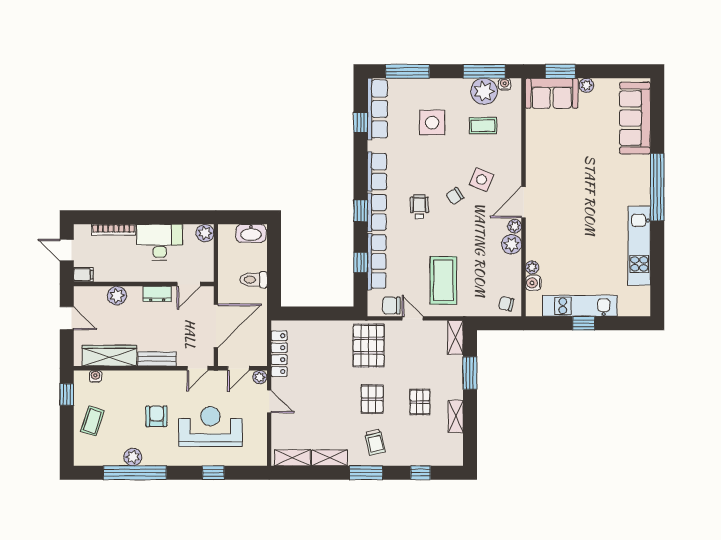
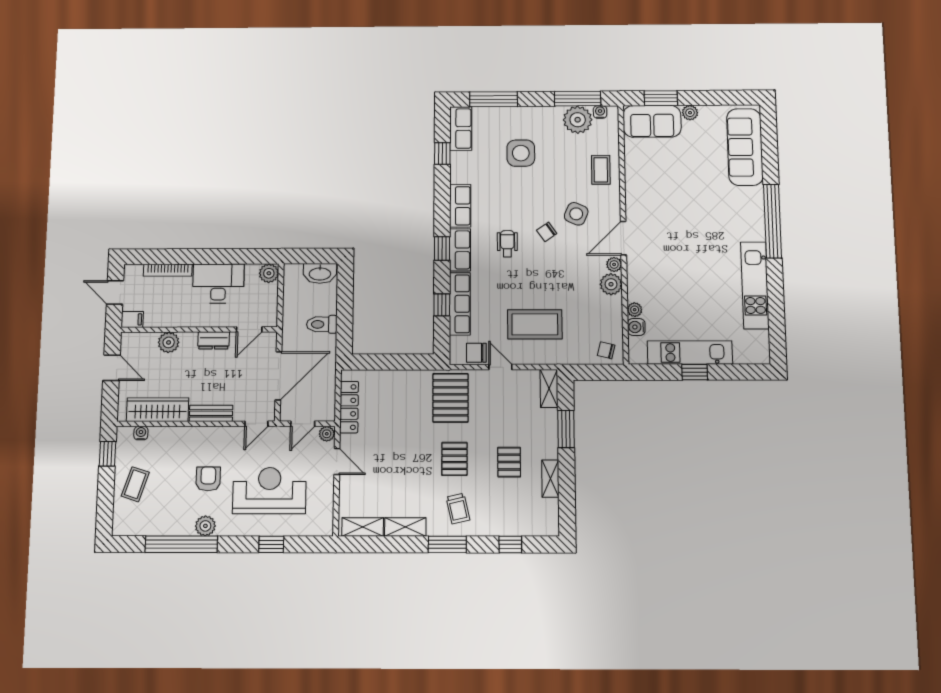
row of seats: (377, 109) -> (461, 129), width x0.68
coffee table: (483, 126) -> (601, 170), moved, turned 90
coffee table: (443, 280) -> (535, 324), turned 90
plant: (133, 457) -> (205, 526), moved

